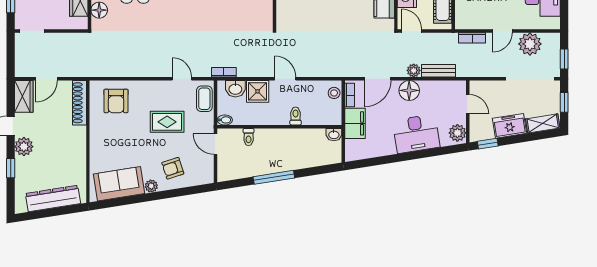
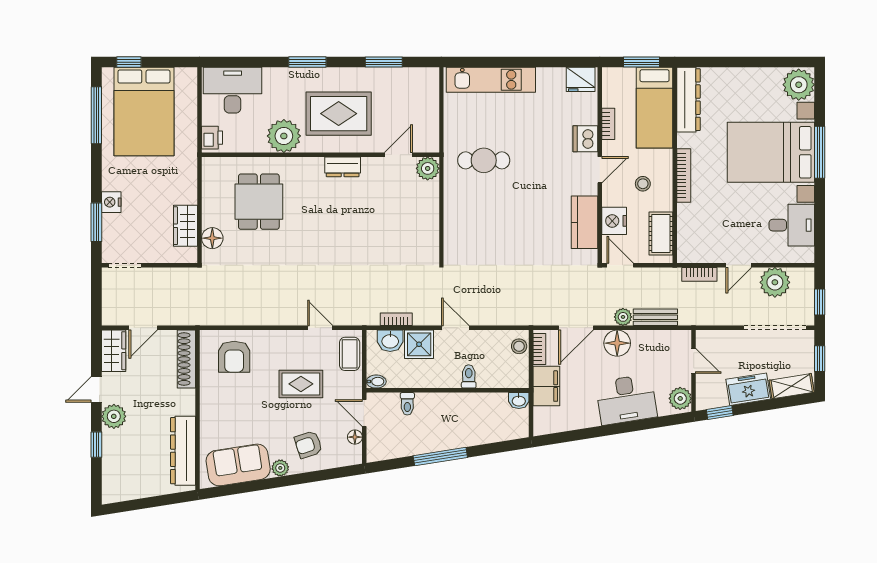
bookcase: (224, 72) -> (396, 319), moved
floor lamp: (208, 162) -> (355, 437), added
dresser: (53, 199) -> (183, 451), moved, turned -81

